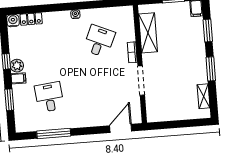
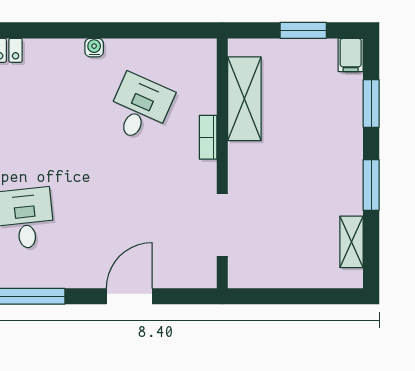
doorway: (141, 81) -> (222, 225), moved
door: (121, 128) -> (129, 296), moved

